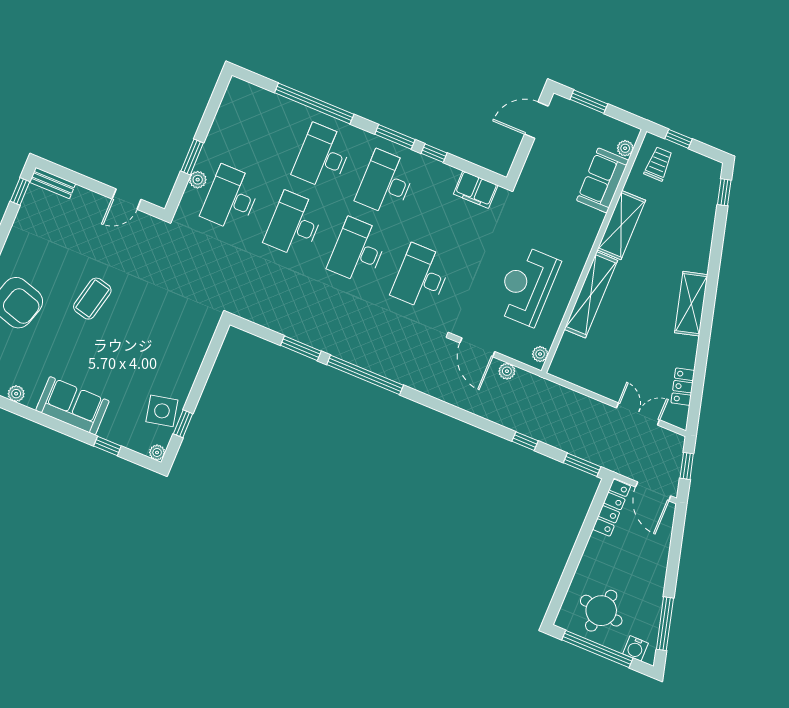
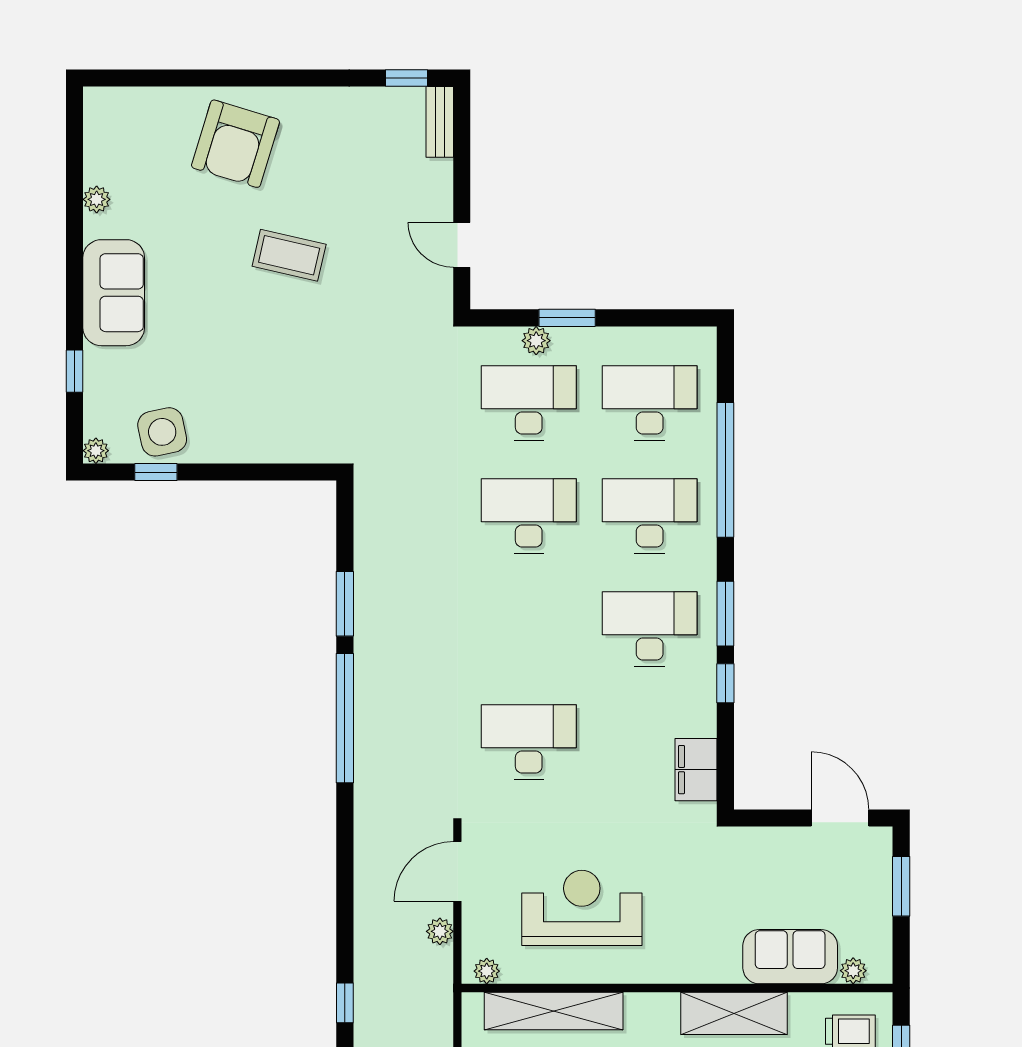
desk: (358, 251) -> (650, 403), moved
shelving: (591, 295) -> (554, 1011), moved

